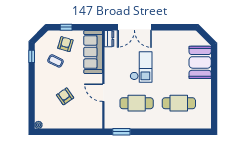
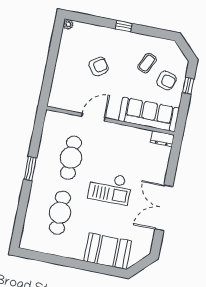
double door: (134, 27) -> (164, 208), moved
window: (32, 56) -> (124, 26), moved
checkout: (141, 67) -> (110, 188), moved
window: (121, 132) -> (30, 169), moved

